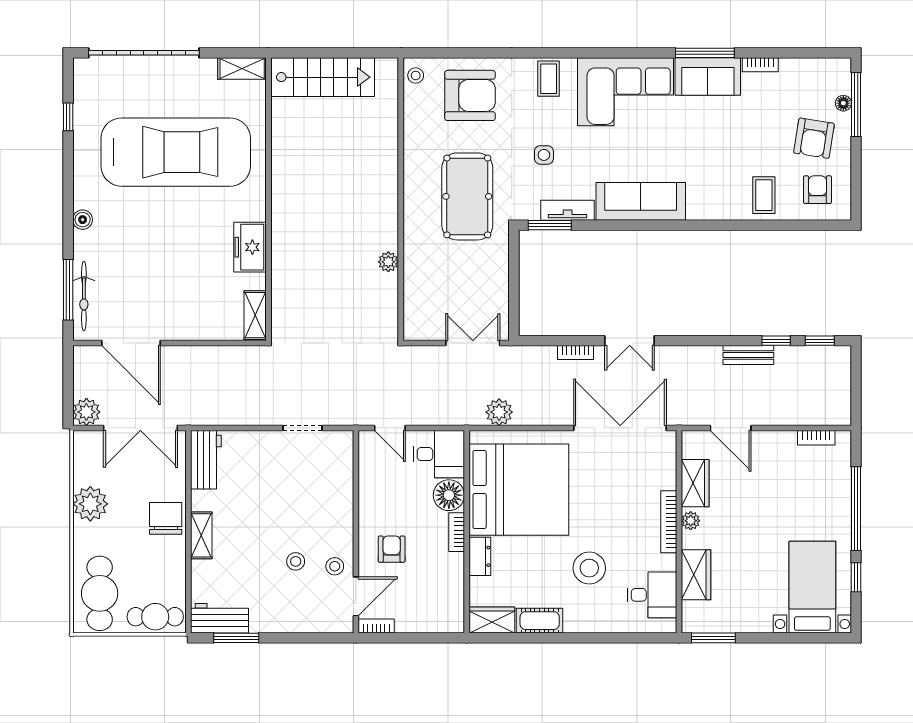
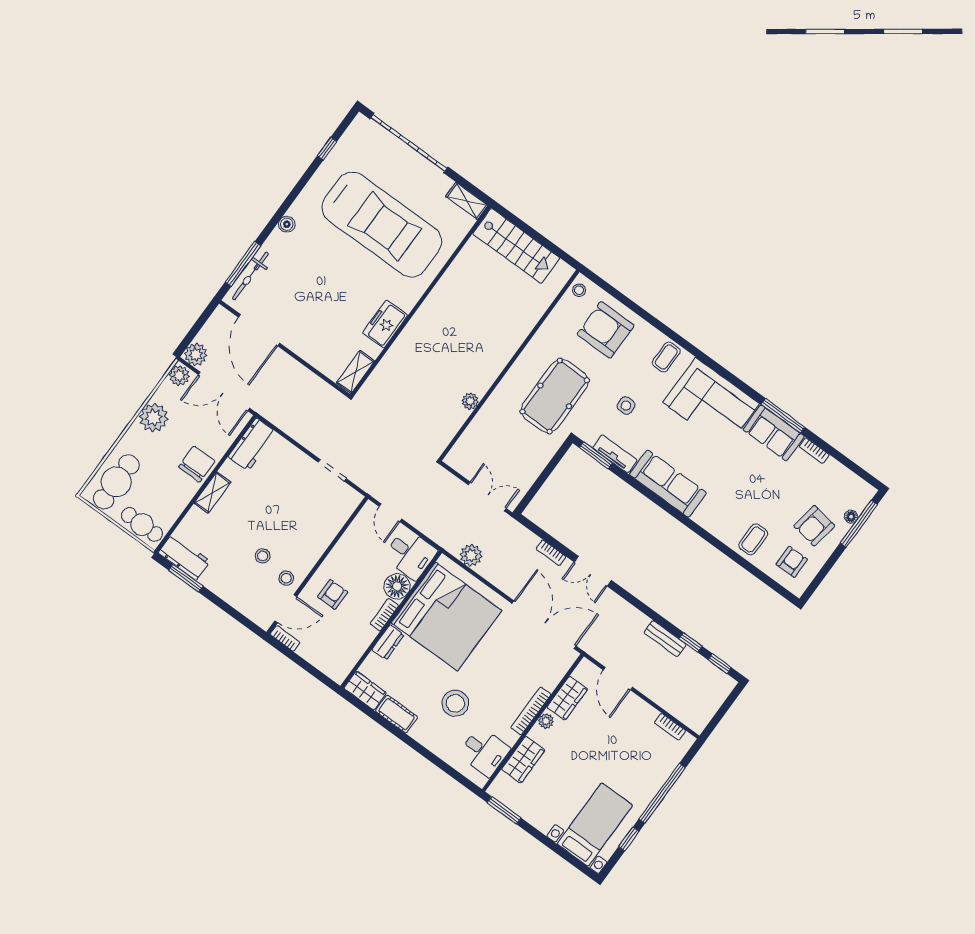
armchair: (470, 95) -> (606, 330), turned 180
plant: (85, 444) -> (179, 375), added

